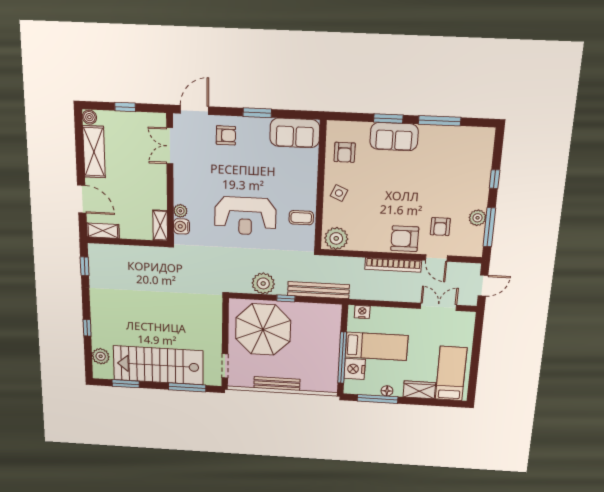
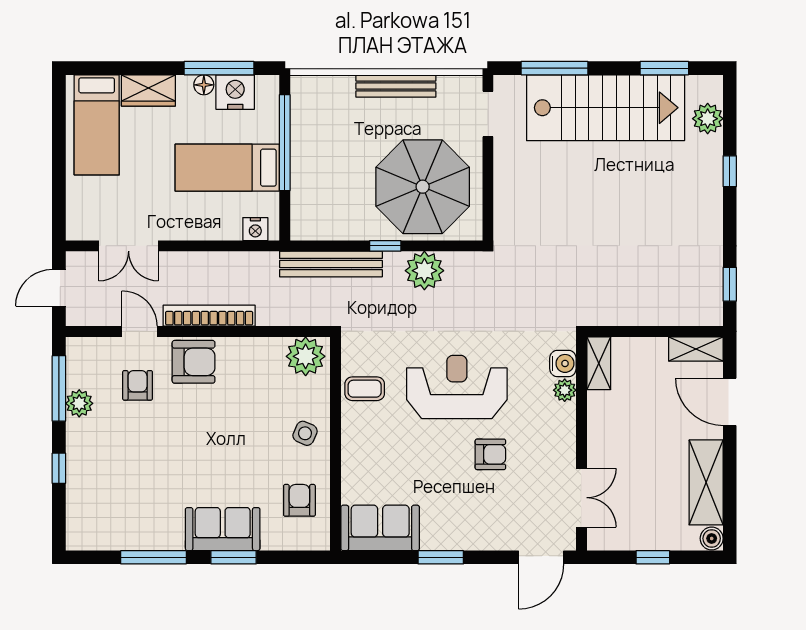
armchair: (226, 135) -> (490, 454), moved, turned 180
nightstand: (355, 369) -> (235, 92), moved, turned -90

